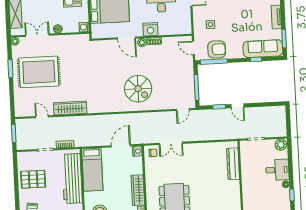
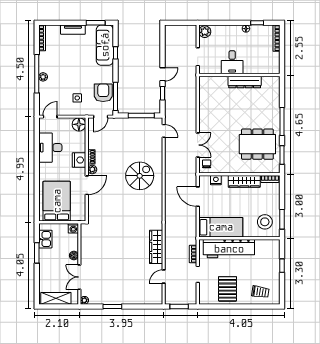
floor lamp: (185, 27) -> (79, 124), added
rug: (39, 72) -> (117, 277), removed
nightstand: (137, 151) -> (216, 180), moved
dresser: (233, 164) -> (245, 82), moved
desk: (277, 170) -> (232, 62), moved, turned 180

